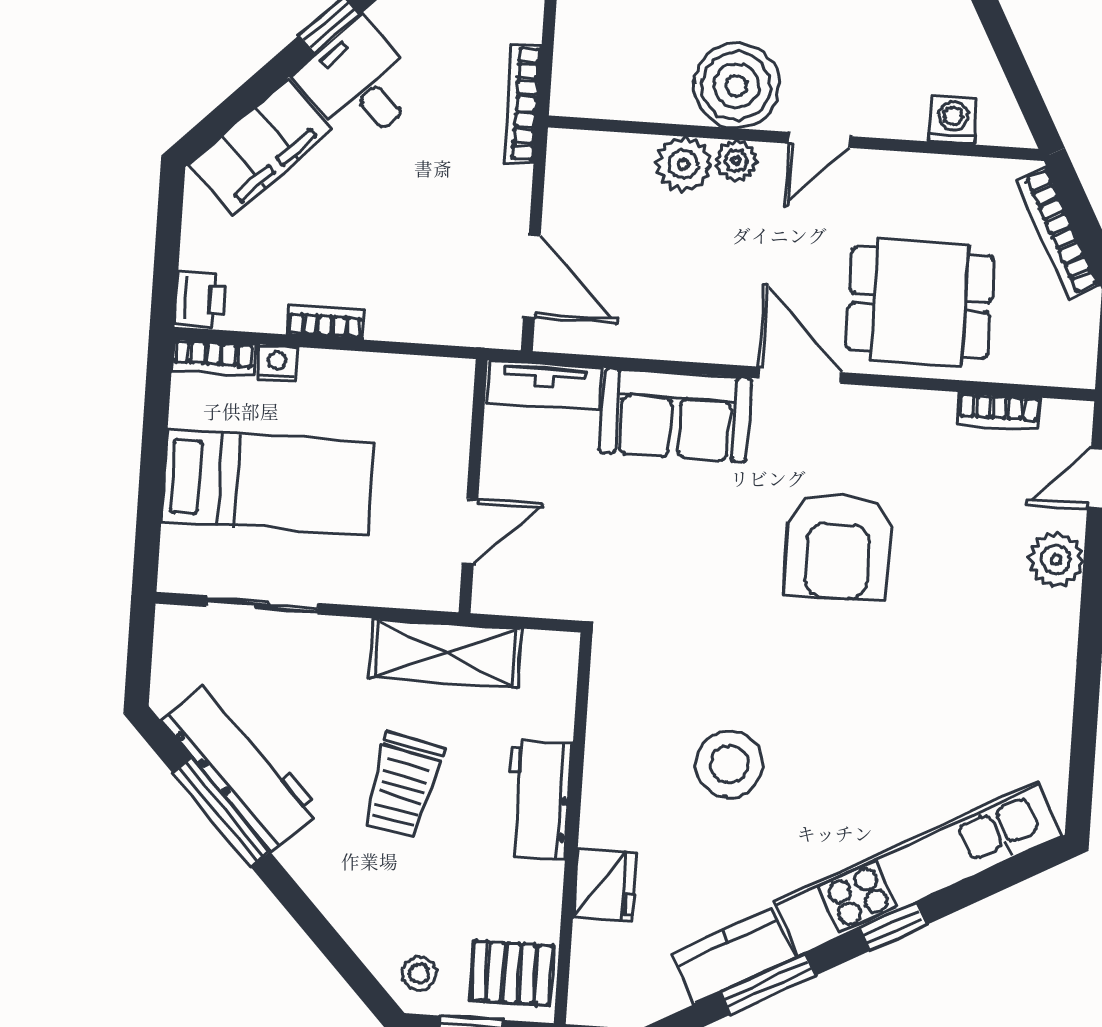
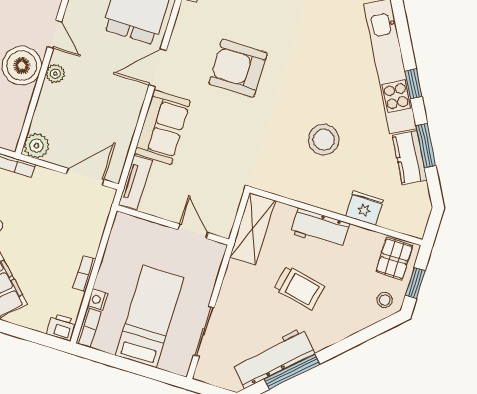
plant: (683, 164) -> (36, 146), moved
armchair: (838, 546) -> (238, 68), turned 180
shelving: (445, 653) -> (252, 229), moved

